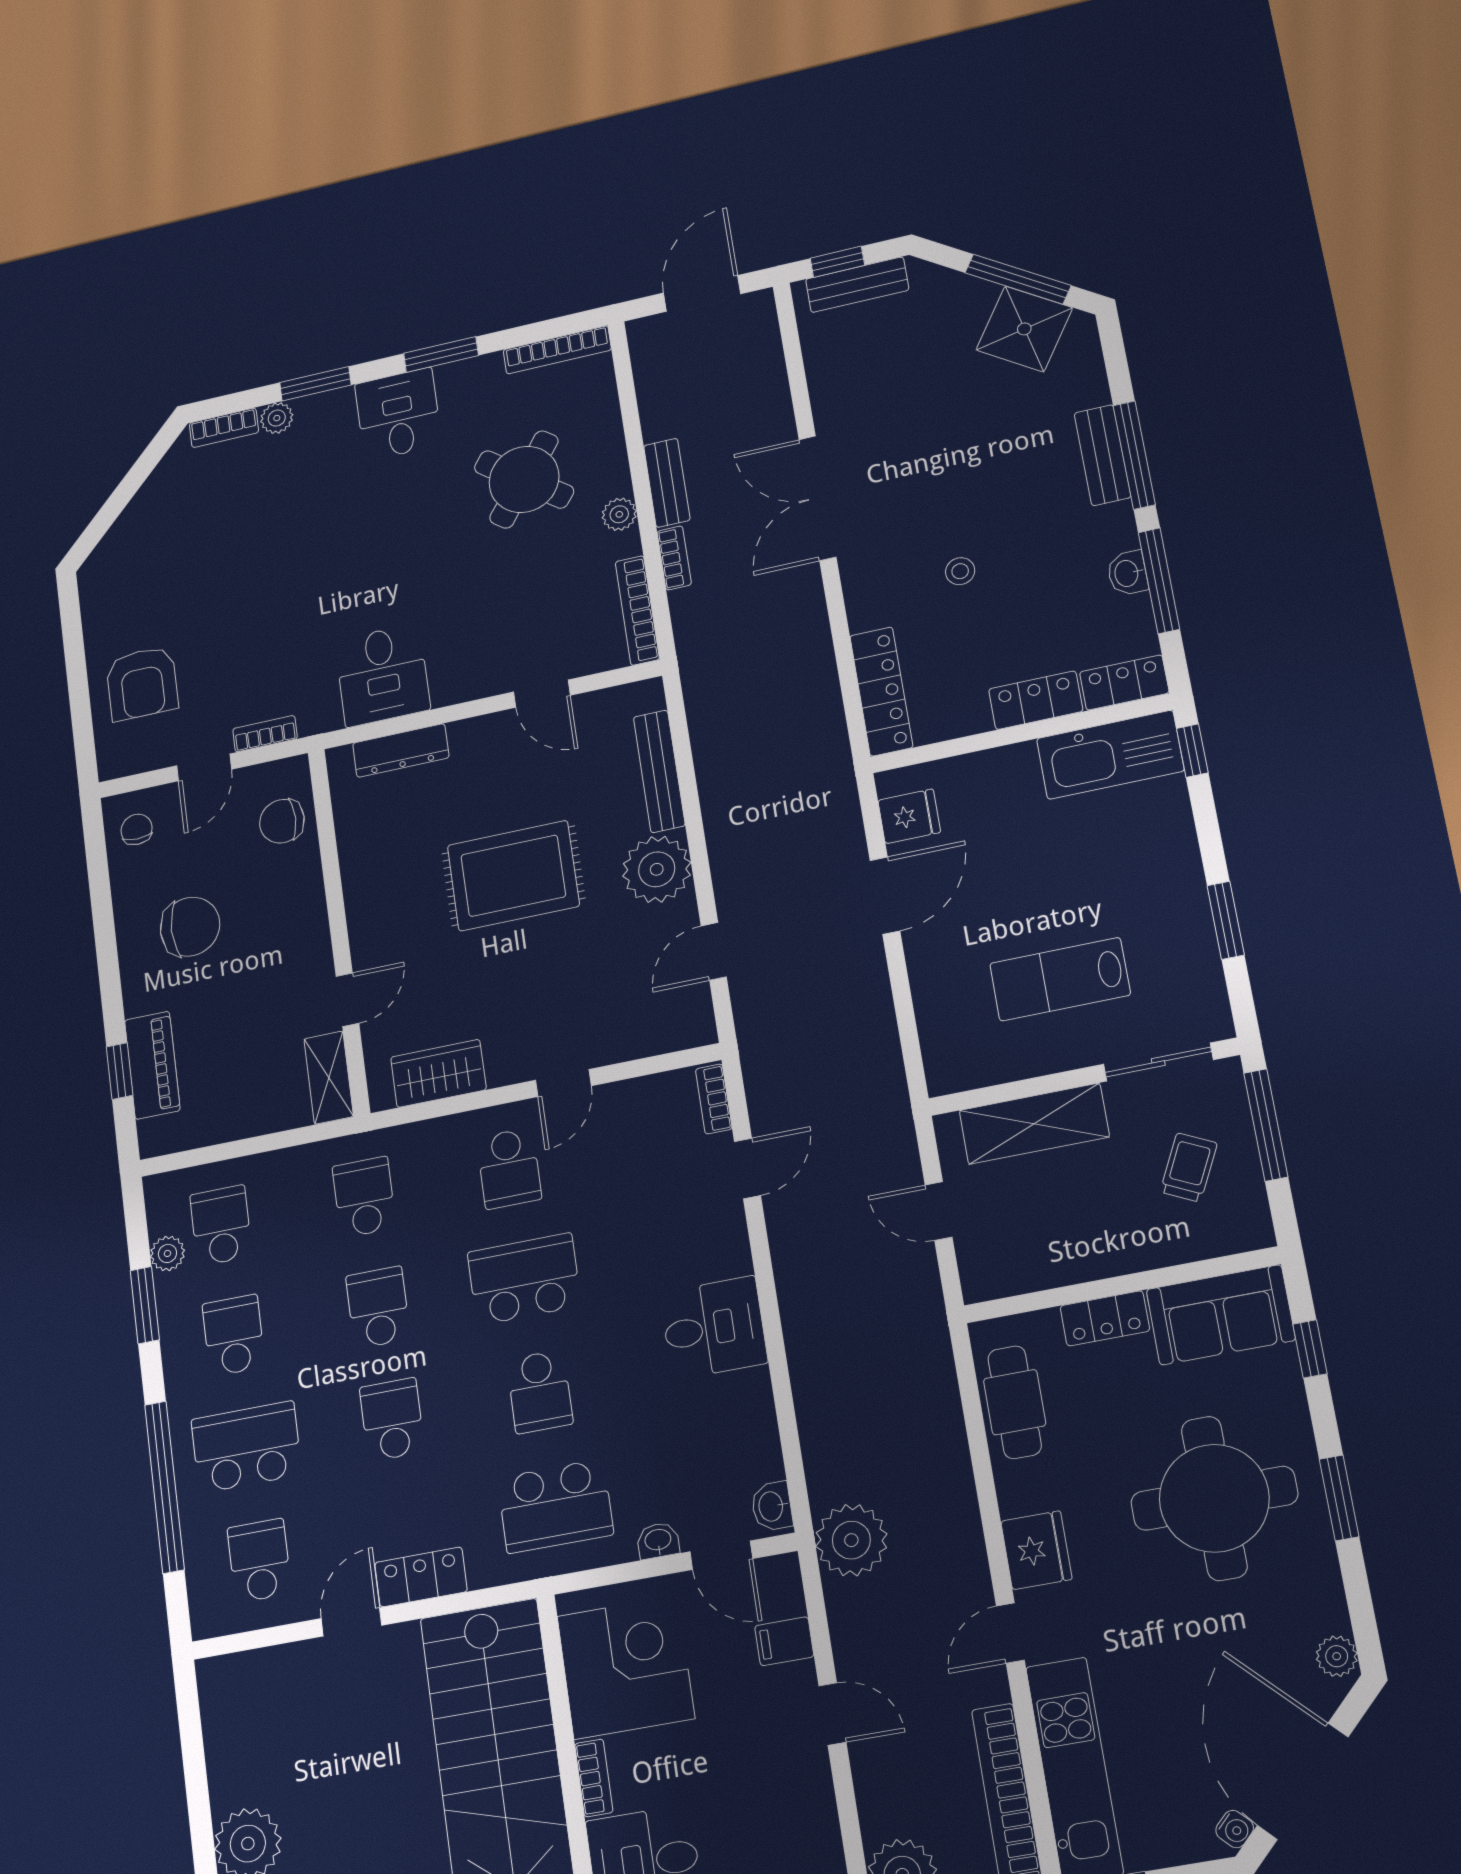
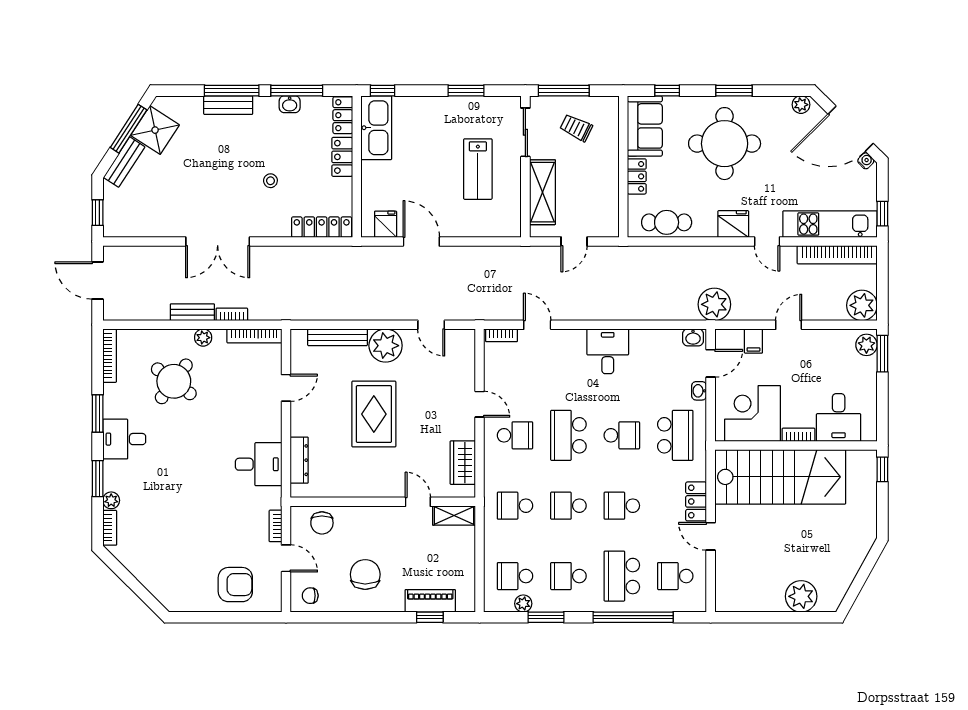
bench: (857, 285) -> (124, 162), moved, turned 33

